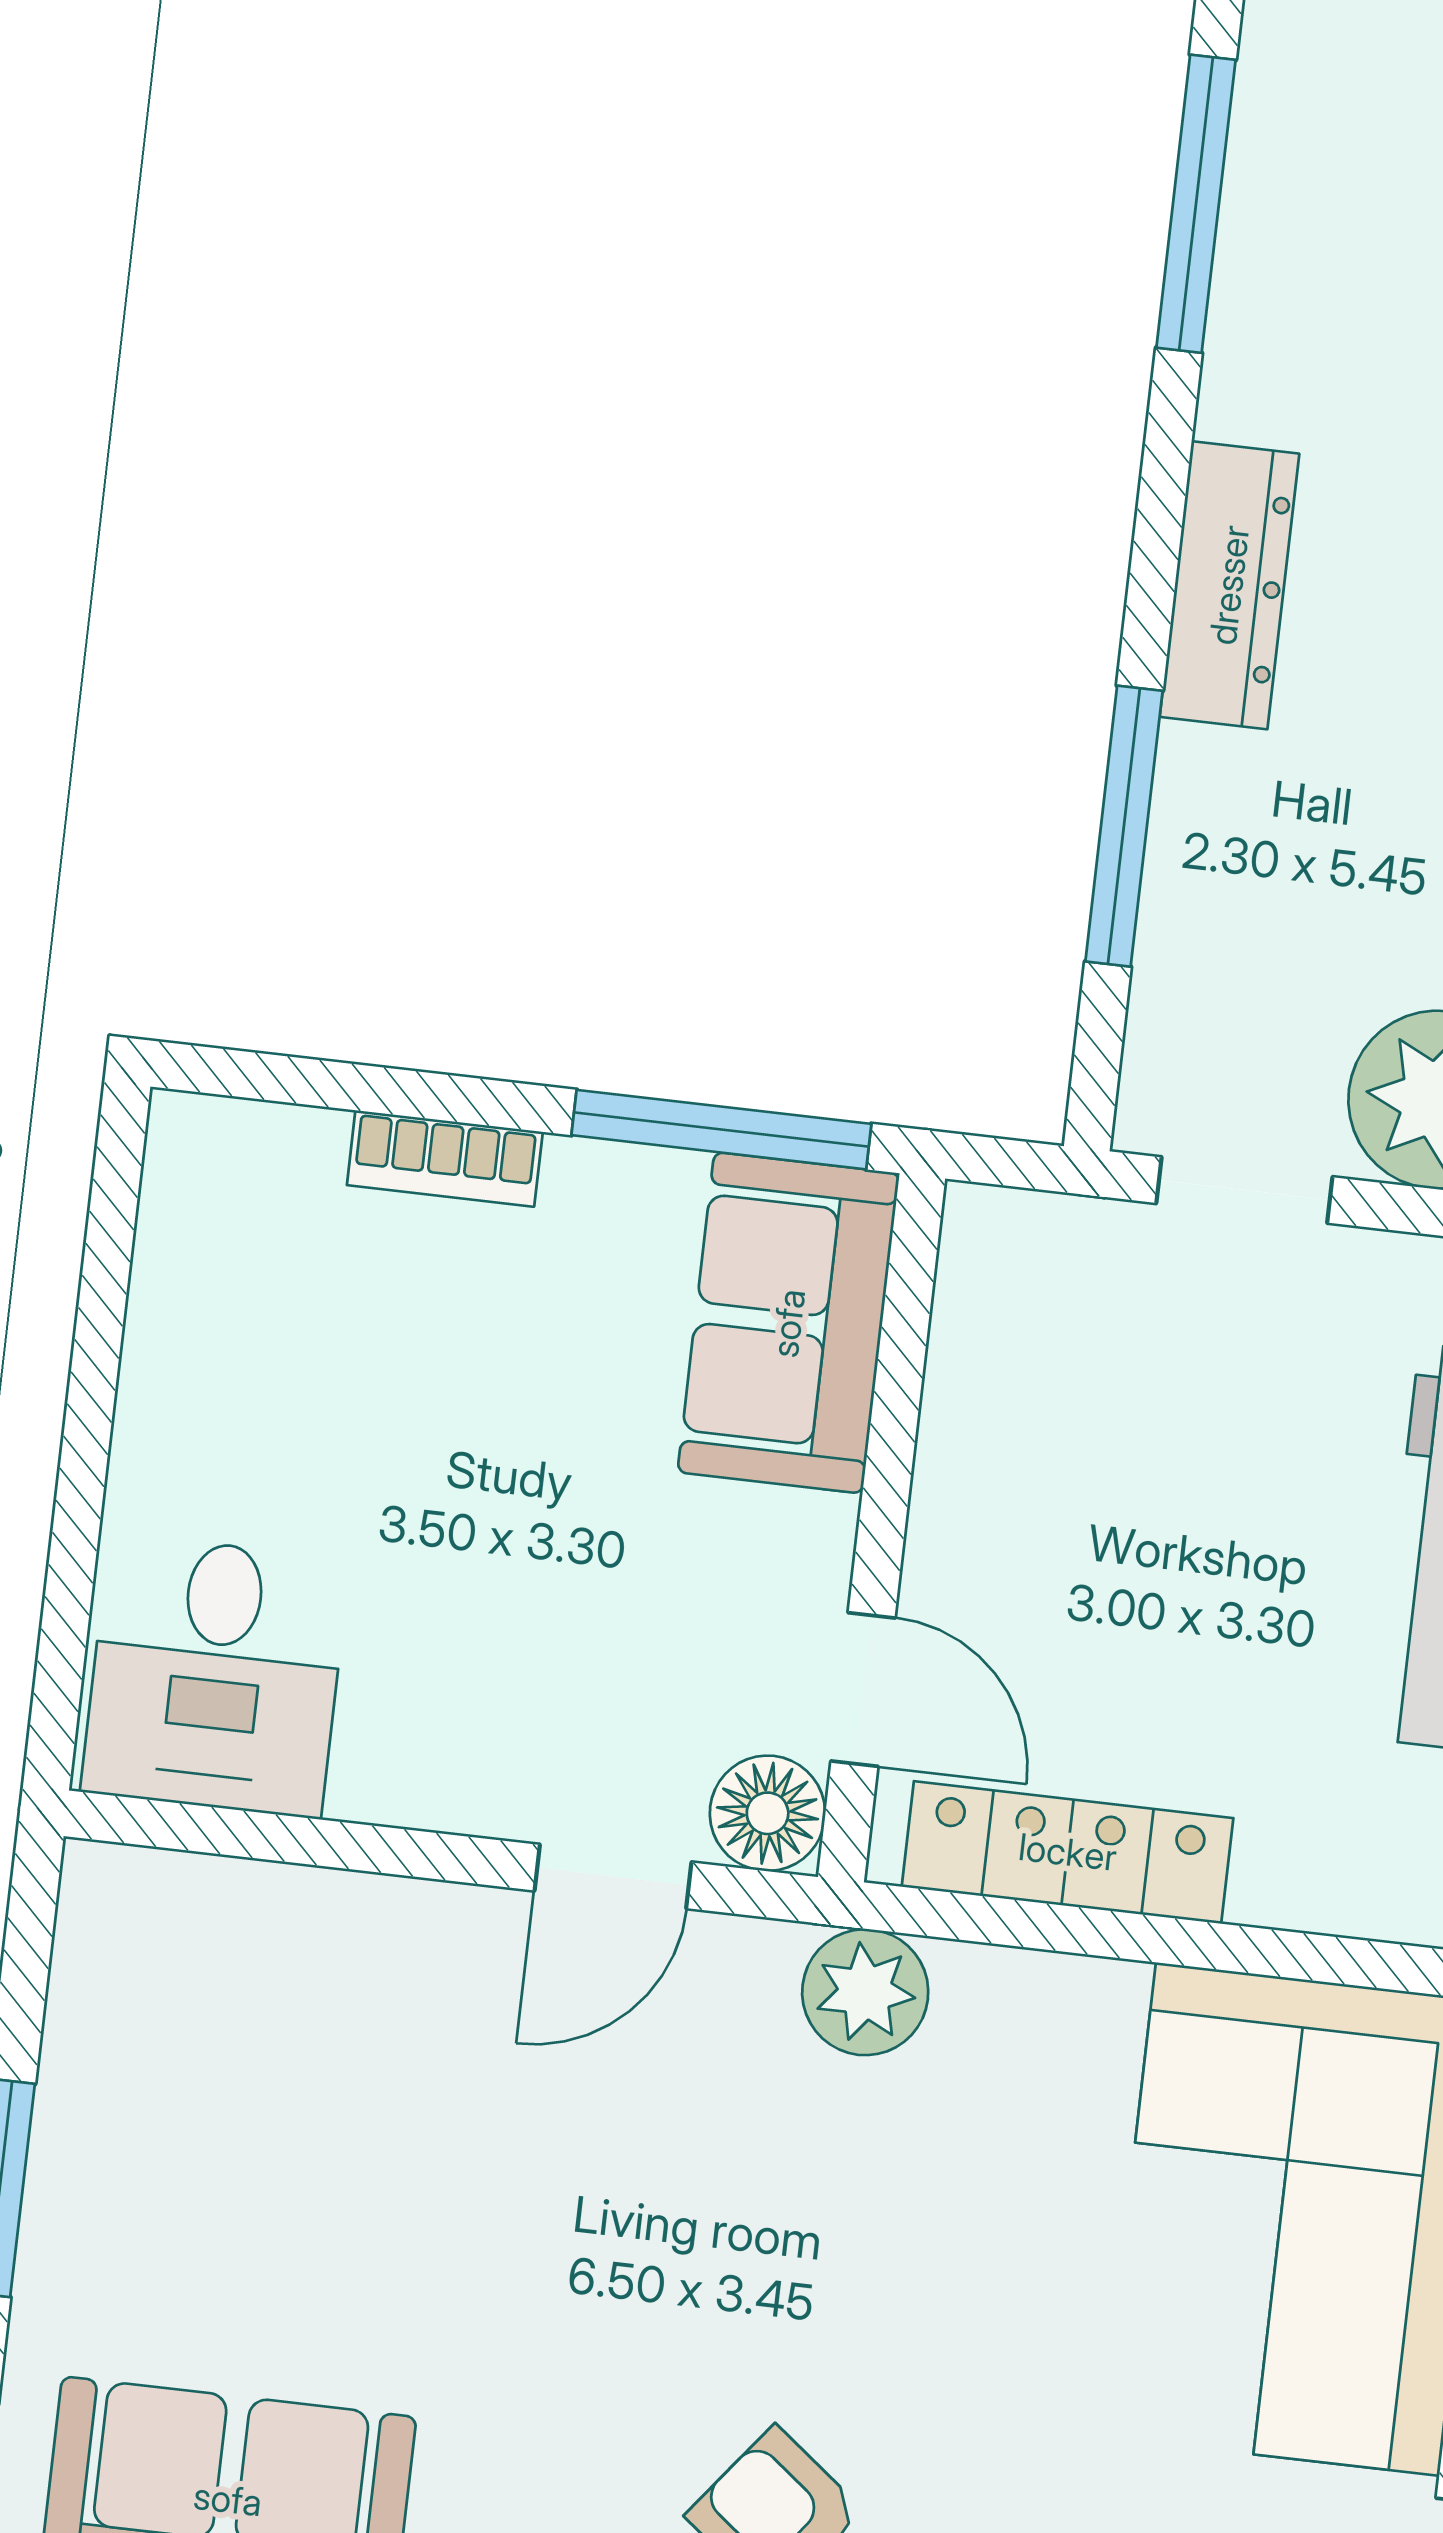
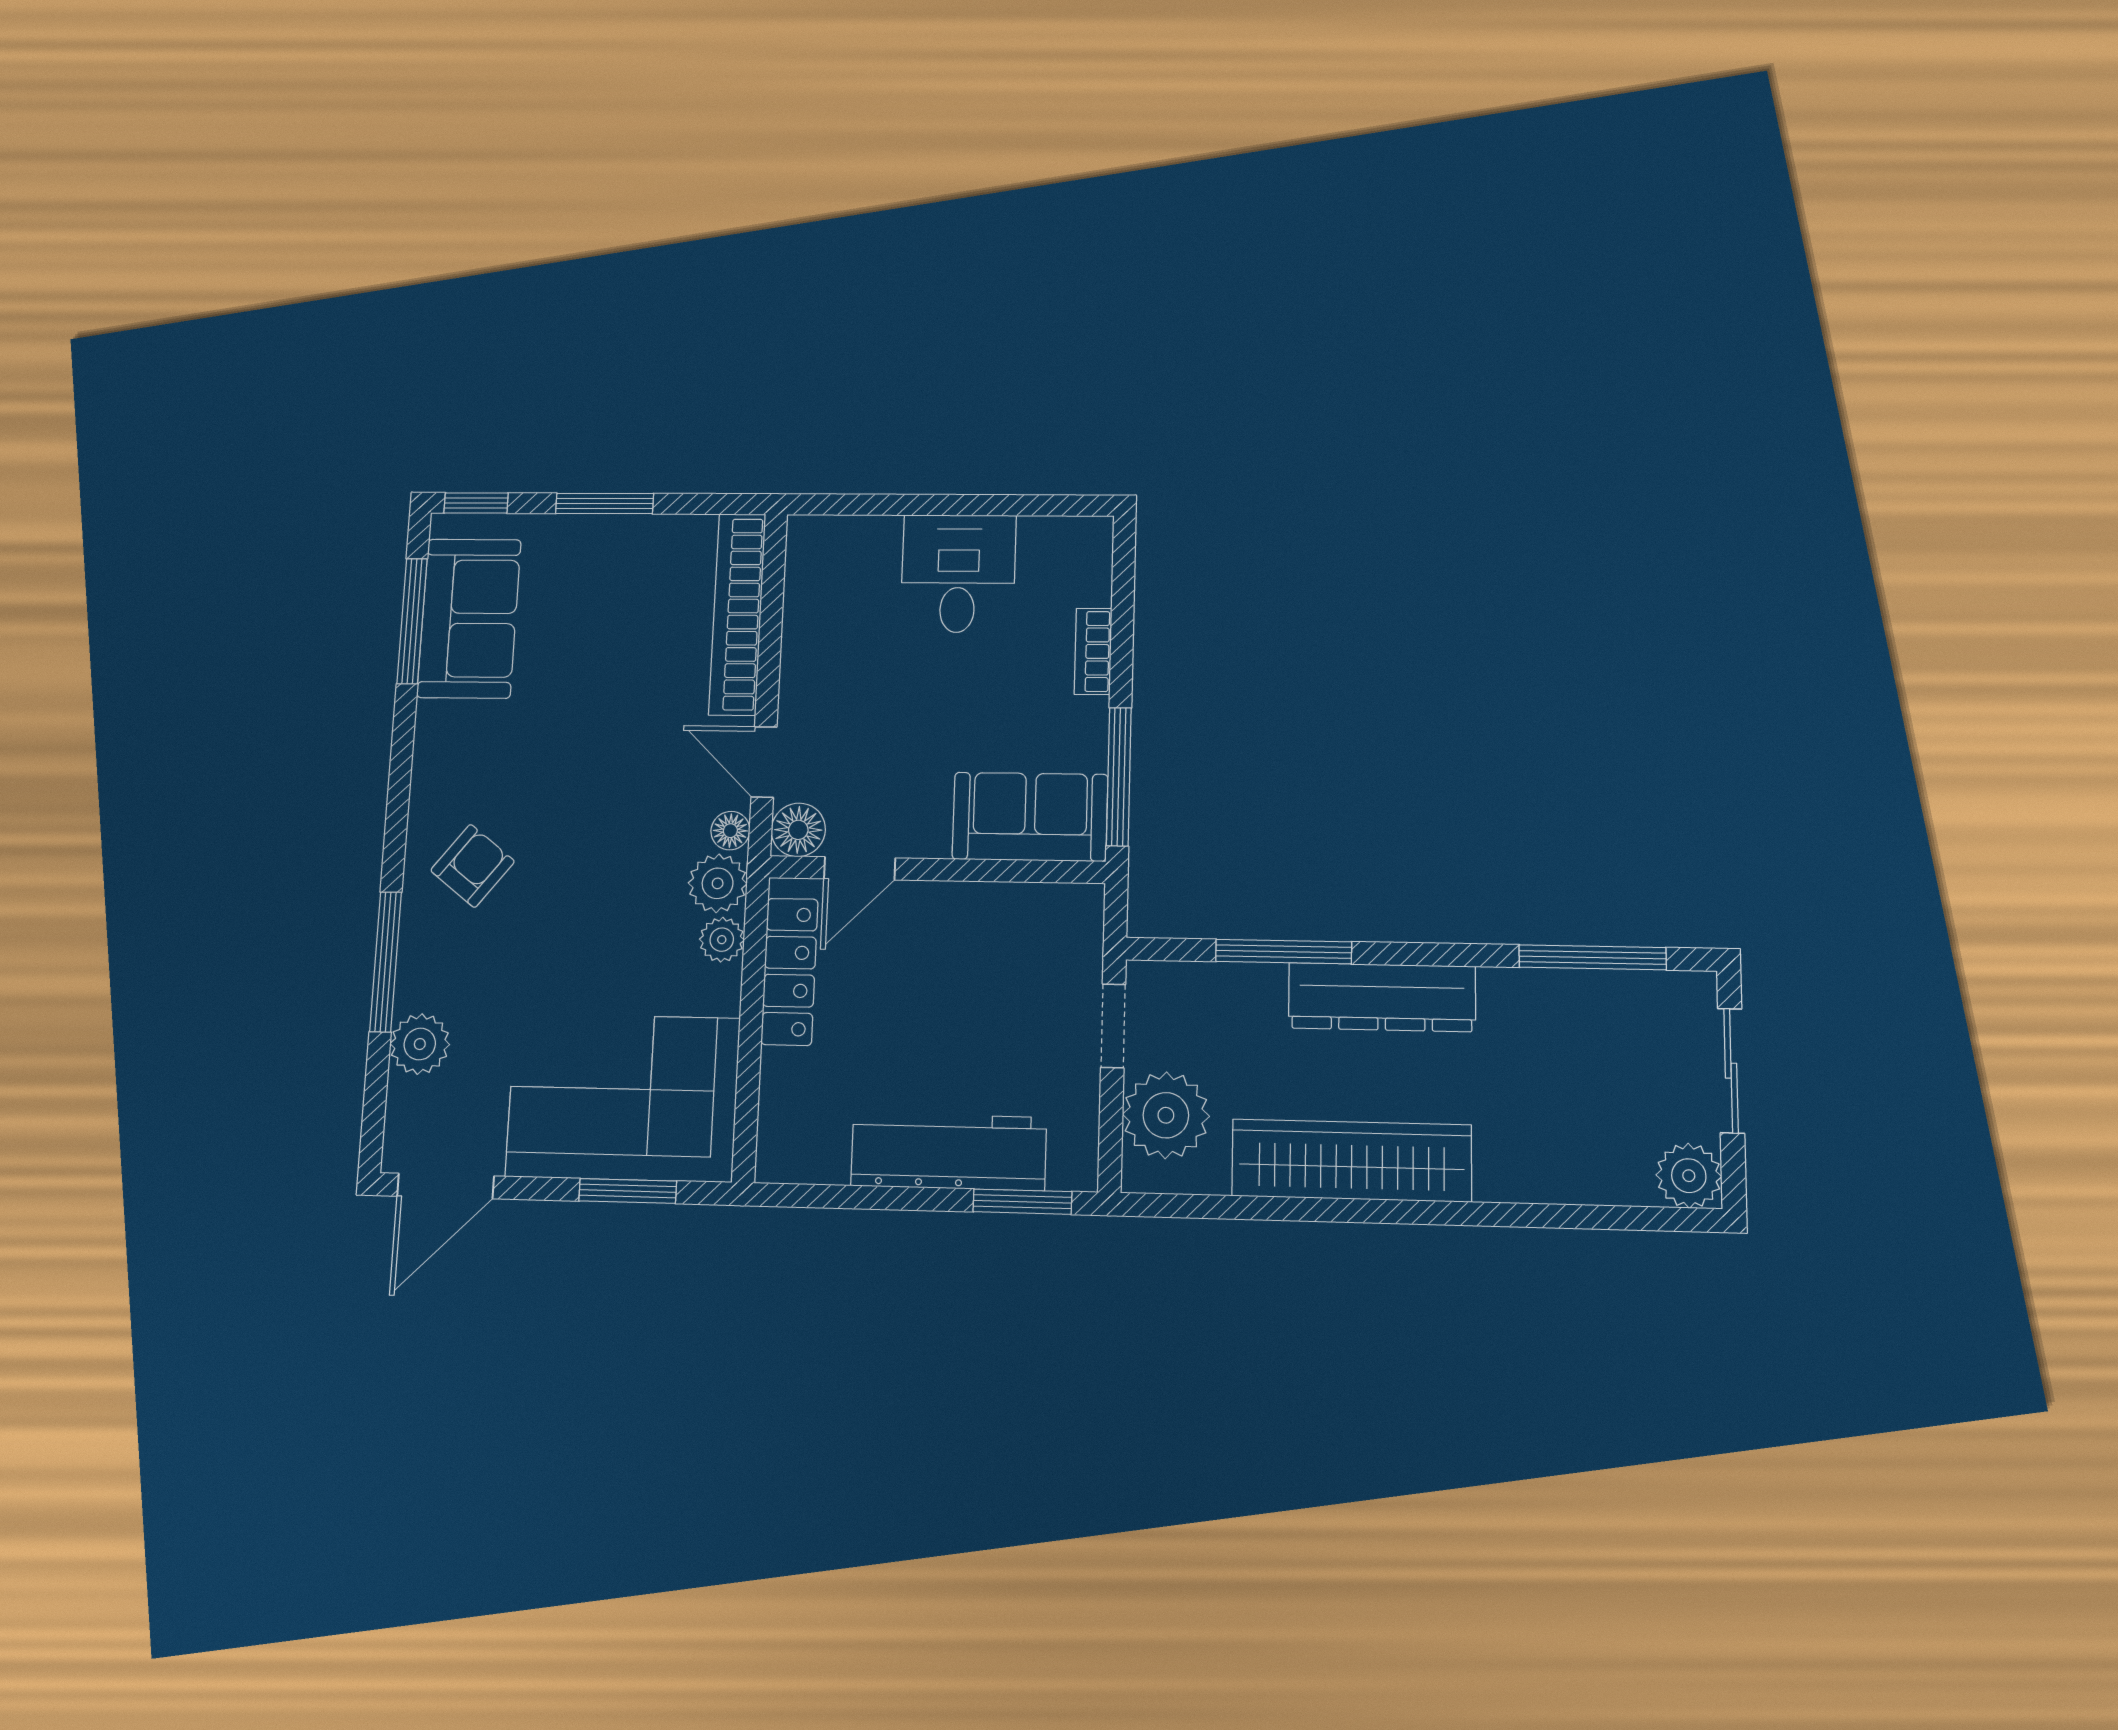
dresser: (1229, 585) -> (1382, 997), width x1.37, depth x1.24
desk: (215, 1676) -> (958, 574), moved, turned 90
bookcase: (281, 1912) -> (737, 614), added
floor lamp: (755, 1958) -> (730, 831), added
plant: (986, 1991) -> (722, 940), added

